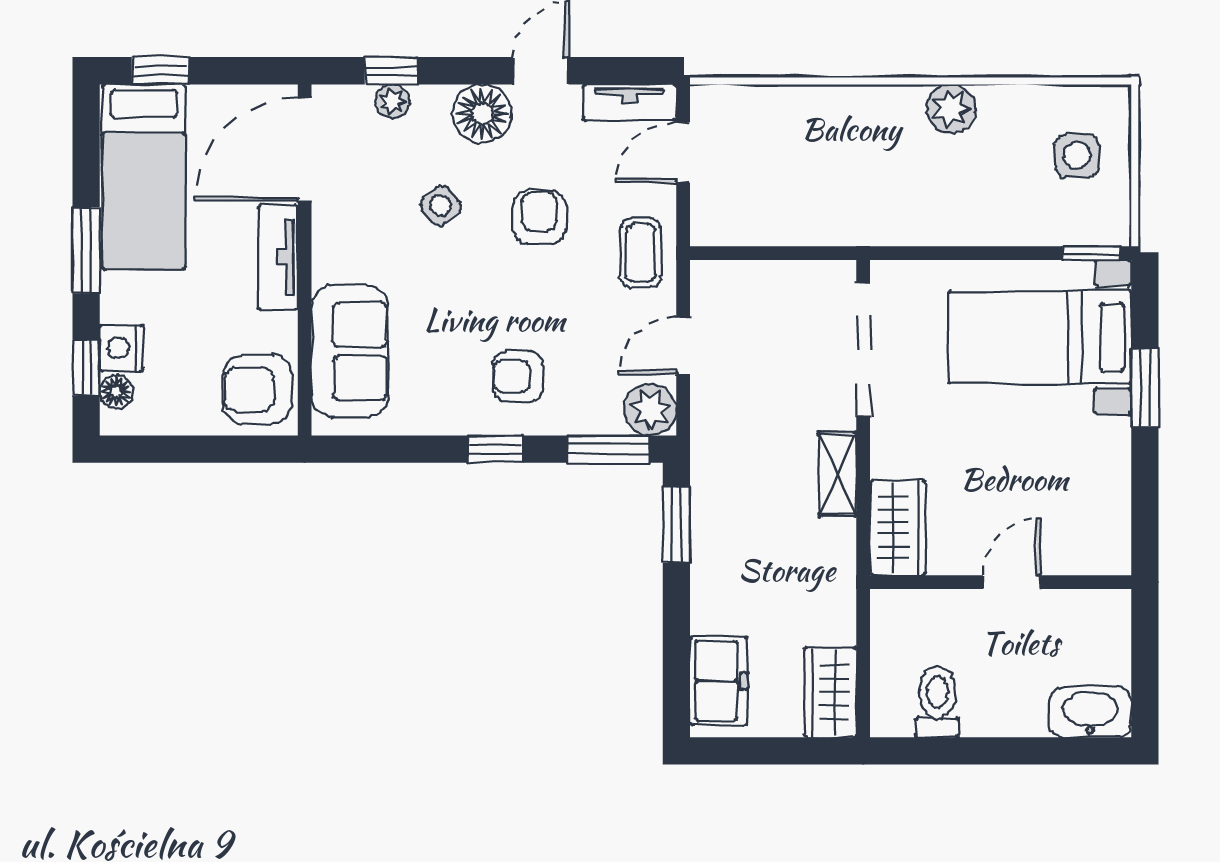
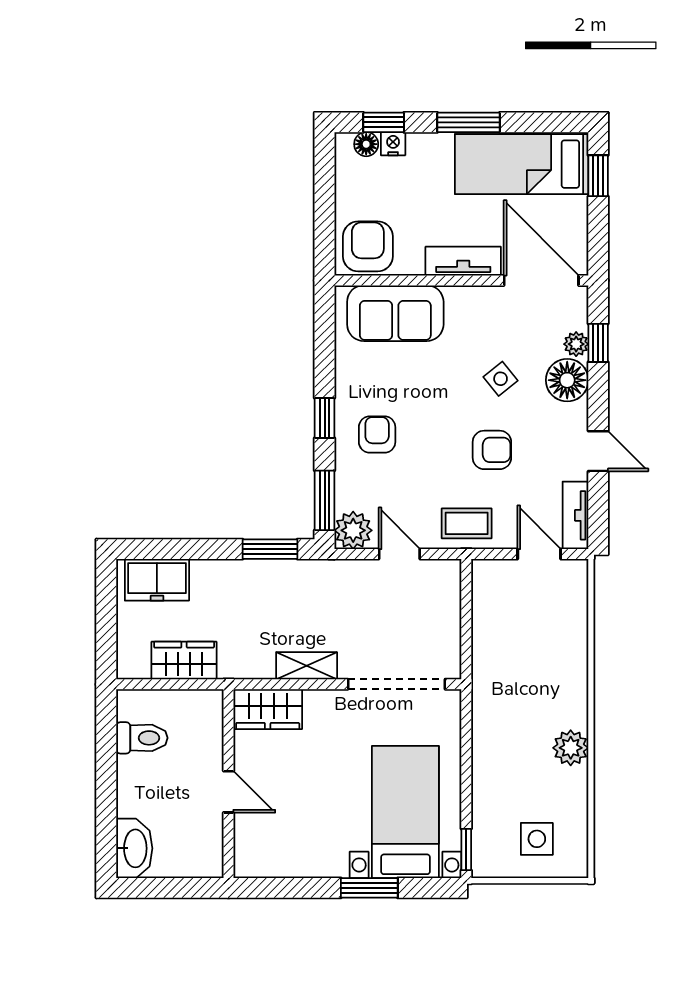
floor lamp: (482, 114) -> (567, 380), moved
nightstand: (121, 348) -> (393, 144), width x0.72, depth x0.74
wardrobe: (830, 692) -> (184, 661), moved

